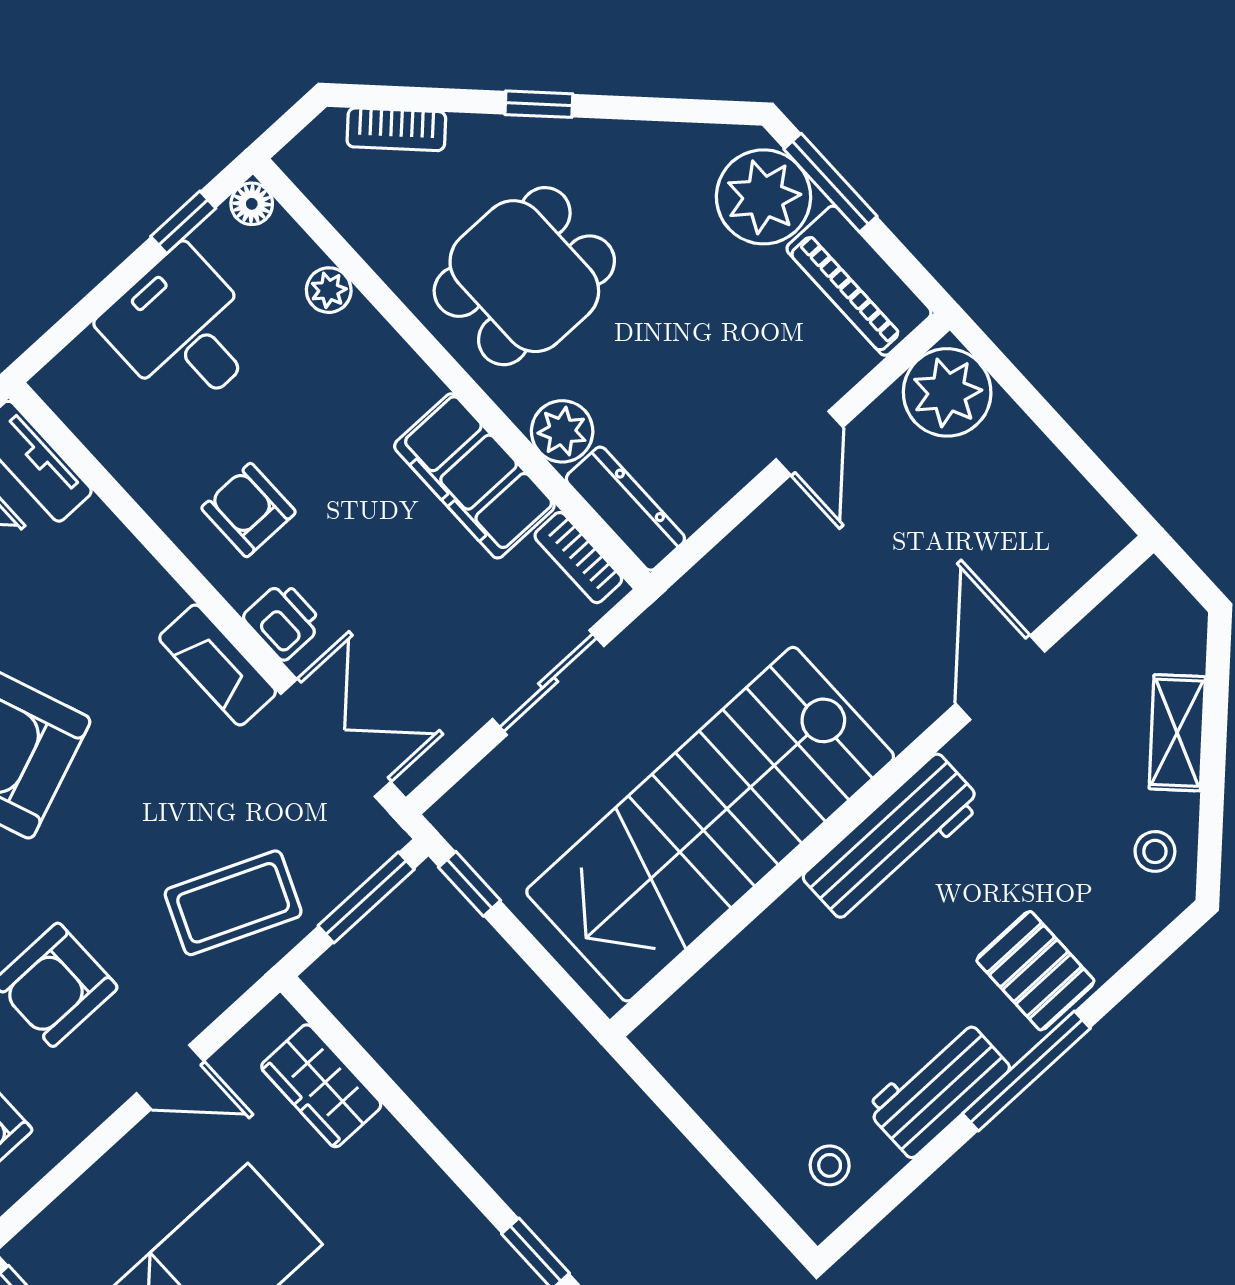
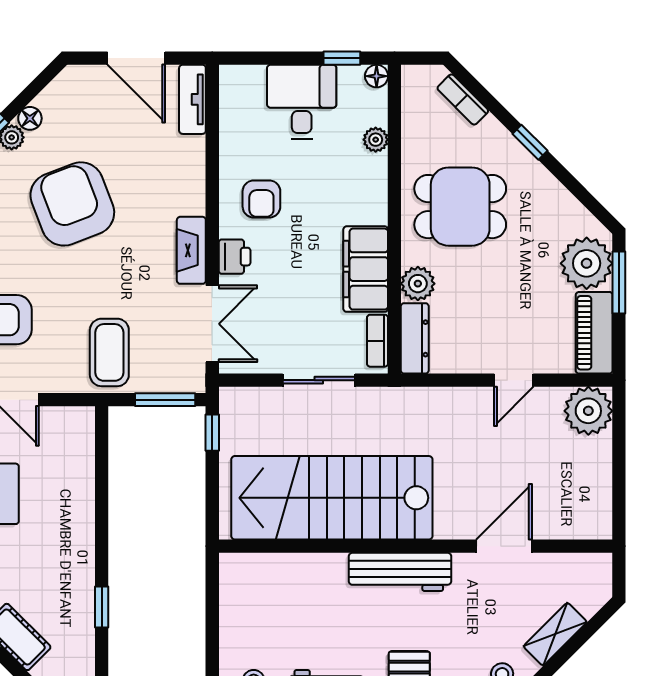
armchair: (249, 510) -> (261, 199), turned 180
coffee table: (233, 903) -> (109, 352), turned 67
wardrobe: (321, 1086) -> (77, 459), removed

